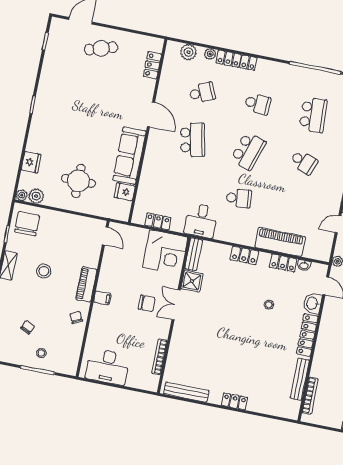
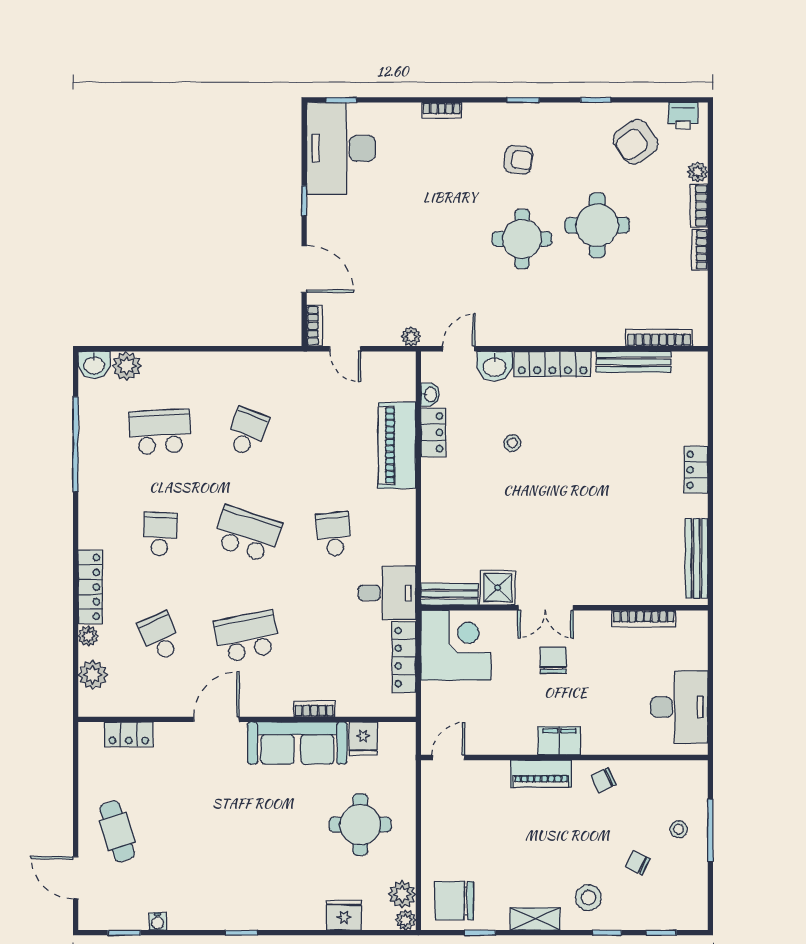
water cooler: (48, 61) -> (158, 921), added
bookcase: (146, 169) -> (314, 709), added
locker: (158, 221) -> (404, 657), width x1.53
locker: (244, 255) -> (434, 504), removed
stool: (44, 271) -> (588, 898), moved
filing cabinet: (102, 298) -> (559, 741), width x2.00

